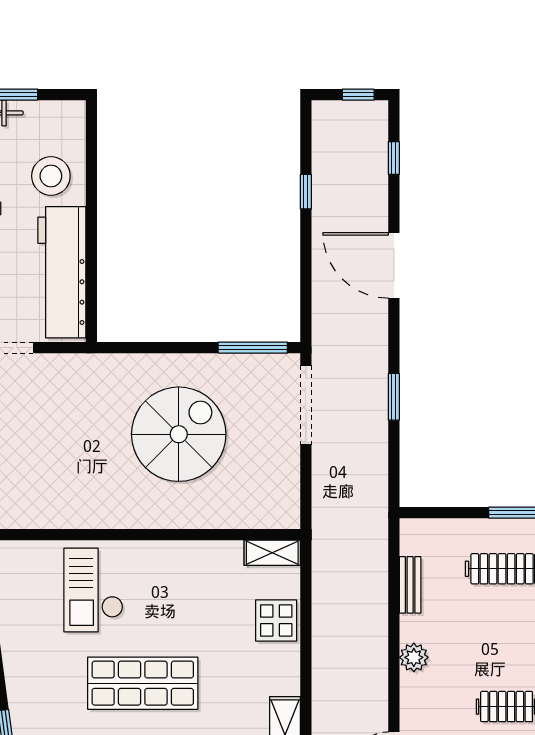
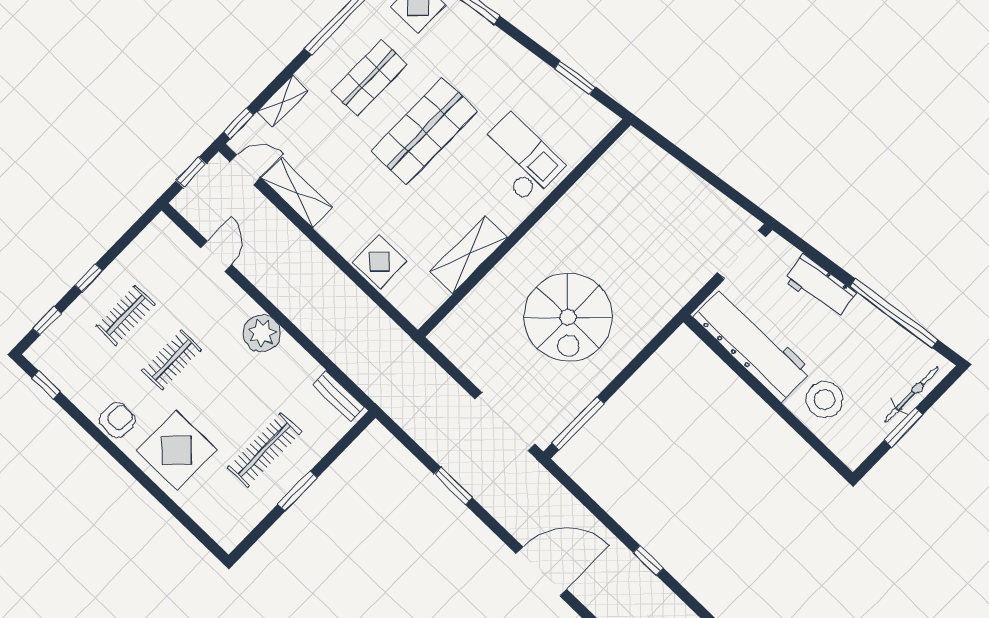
shelving: (272, 553) -> (469, 255), moved, width x1.50, depth x1.33
bench: (410, 585) -> (339, 396), moved
plant: (414, 657) -> (262, 333), width x1.36, depth x1.36

